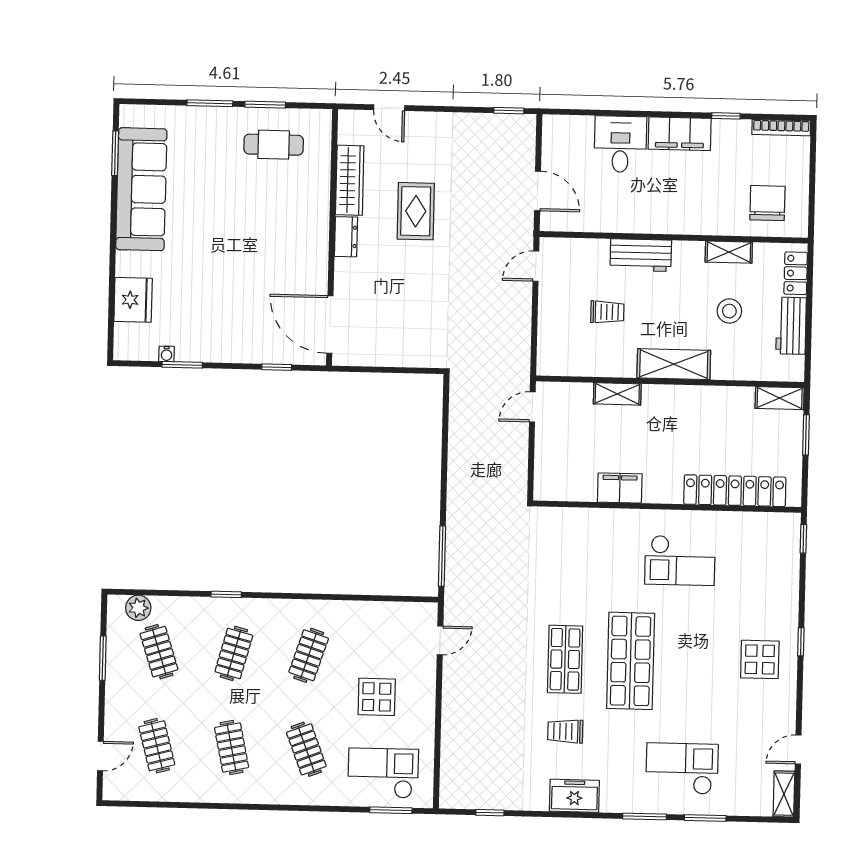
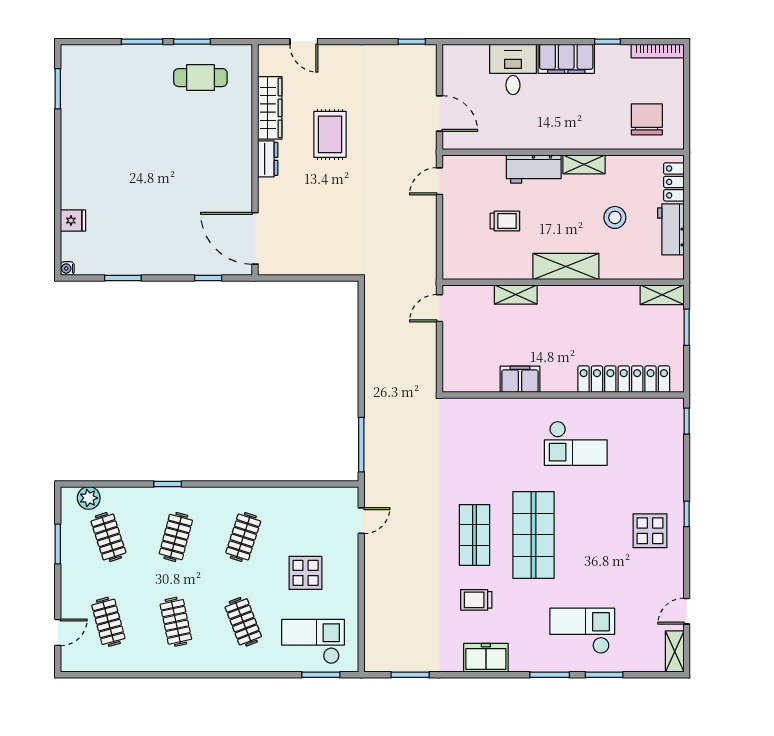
sofa: (141, 189) -> (82, 121), removed
shelving: (729, 252) -> (584, 164), moved
fridge: (133, 300) -> (73, 221), width x0.53, depth x0.75
water cooler: (167, 354) -> (67, 269), moved, turned 90
window: (490, 813) -> (410, 675), width x1.50

